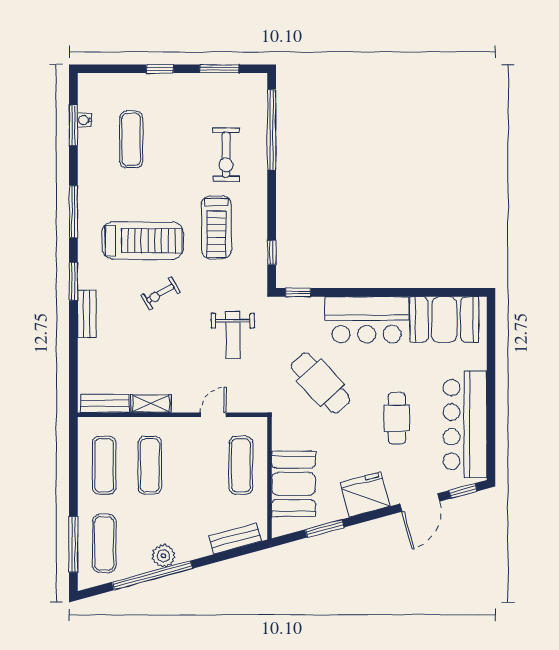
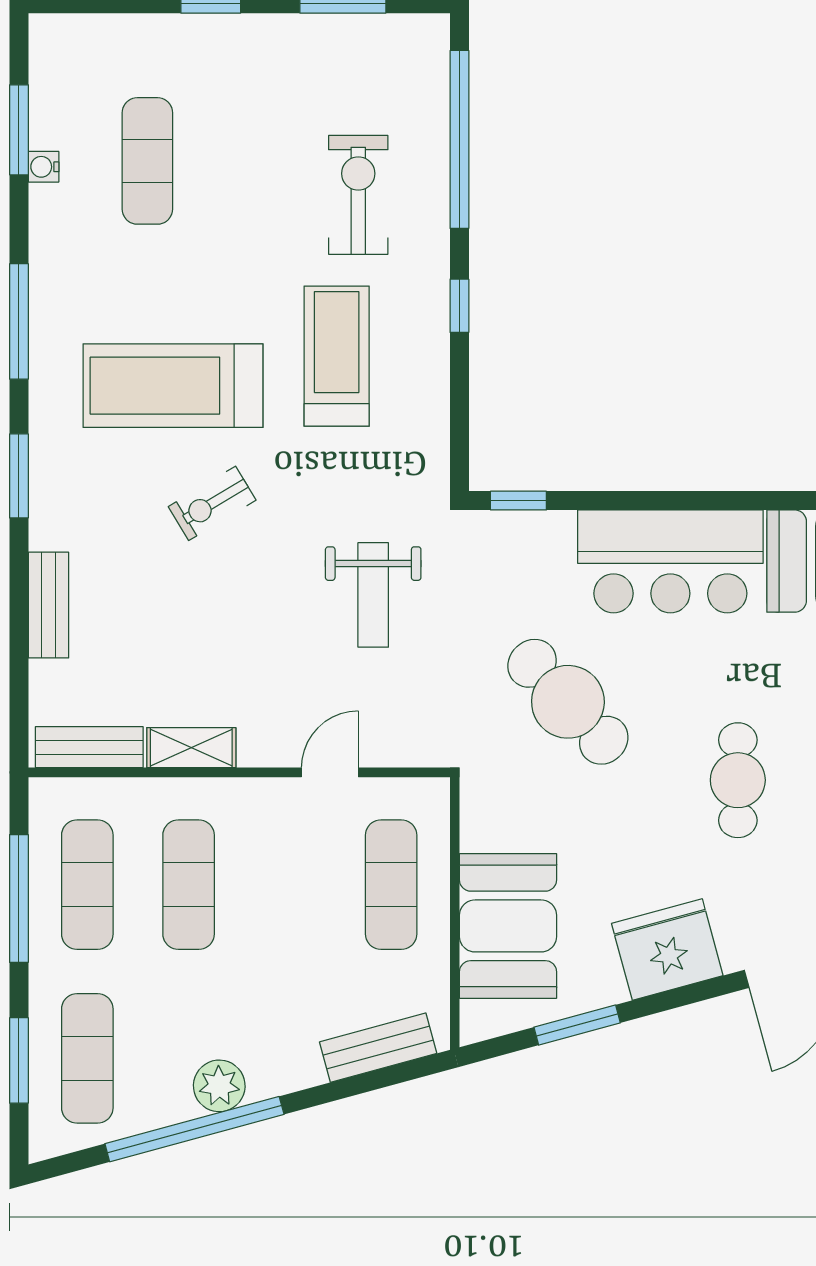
water cooler: (84, 120) -> (44, 167), moved
exercise bike: (226, 155) -> (358, 195), turned 180
treadmill: (216, 227) -> (337, 356), turned 180
treadmill: (143, 241) -> (173, 386), turned 180
window: (272, 252) -> (459, 306), moved
bench: (87, 314) -> (49, 605), moved
window: (73, 471) -> (19, 899), added
window: (73, 544) -> (19, 1060), width x0.69

